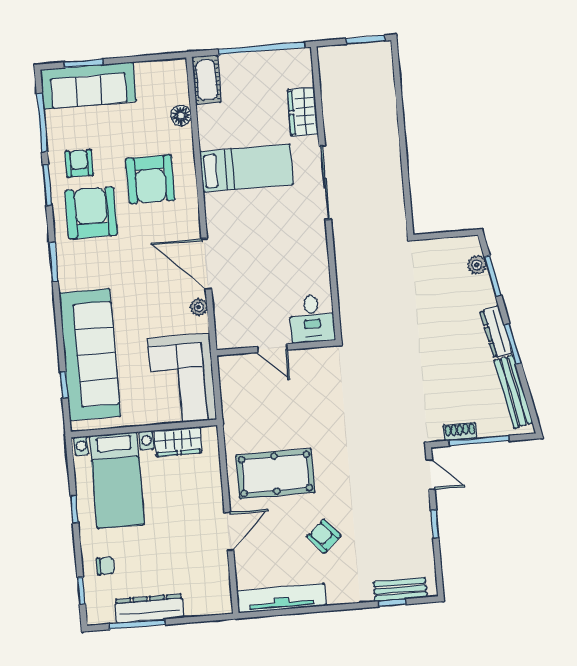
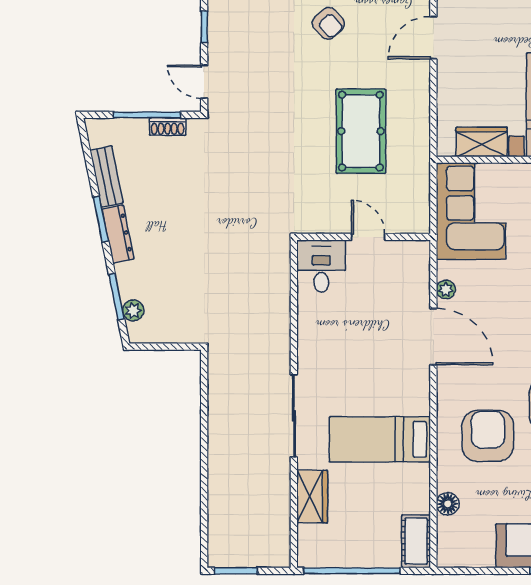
bench: (513, 392) -> (107, 177), width x0.73
pool table: (275, 474) -> (361, 131), moved, turned 90

